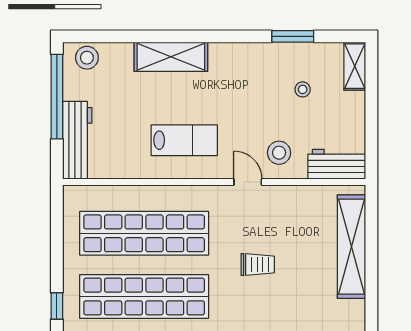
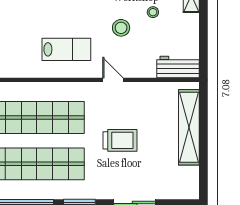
stool: (279, 153) -> (121, 28), moved
trolley: (258, 264) -> (120, 140), width x1.36, depth x1.39

